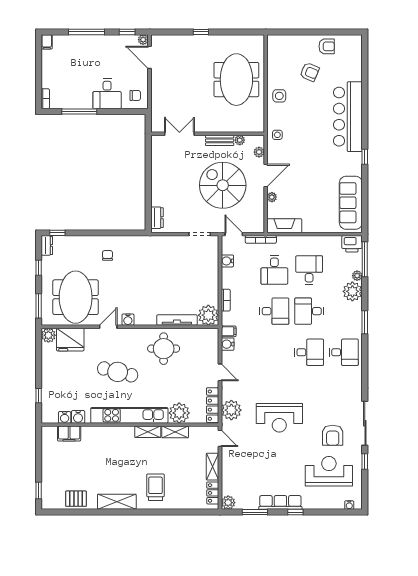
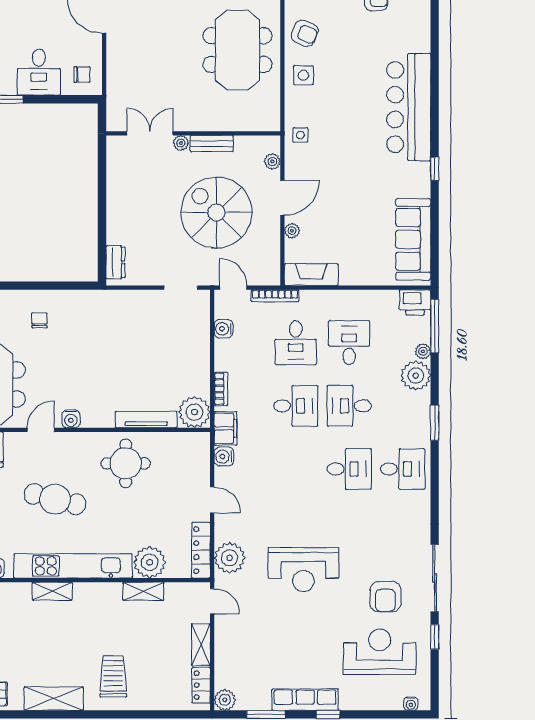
armchair: (310, 72) -> (305, 33), moved
plant: (240, 140) -> (181, 143), moved
filing cabinet: (229, 331) -> (226, 428), width x2.00
shelving: (148, 432) -> (52, 591), moved

